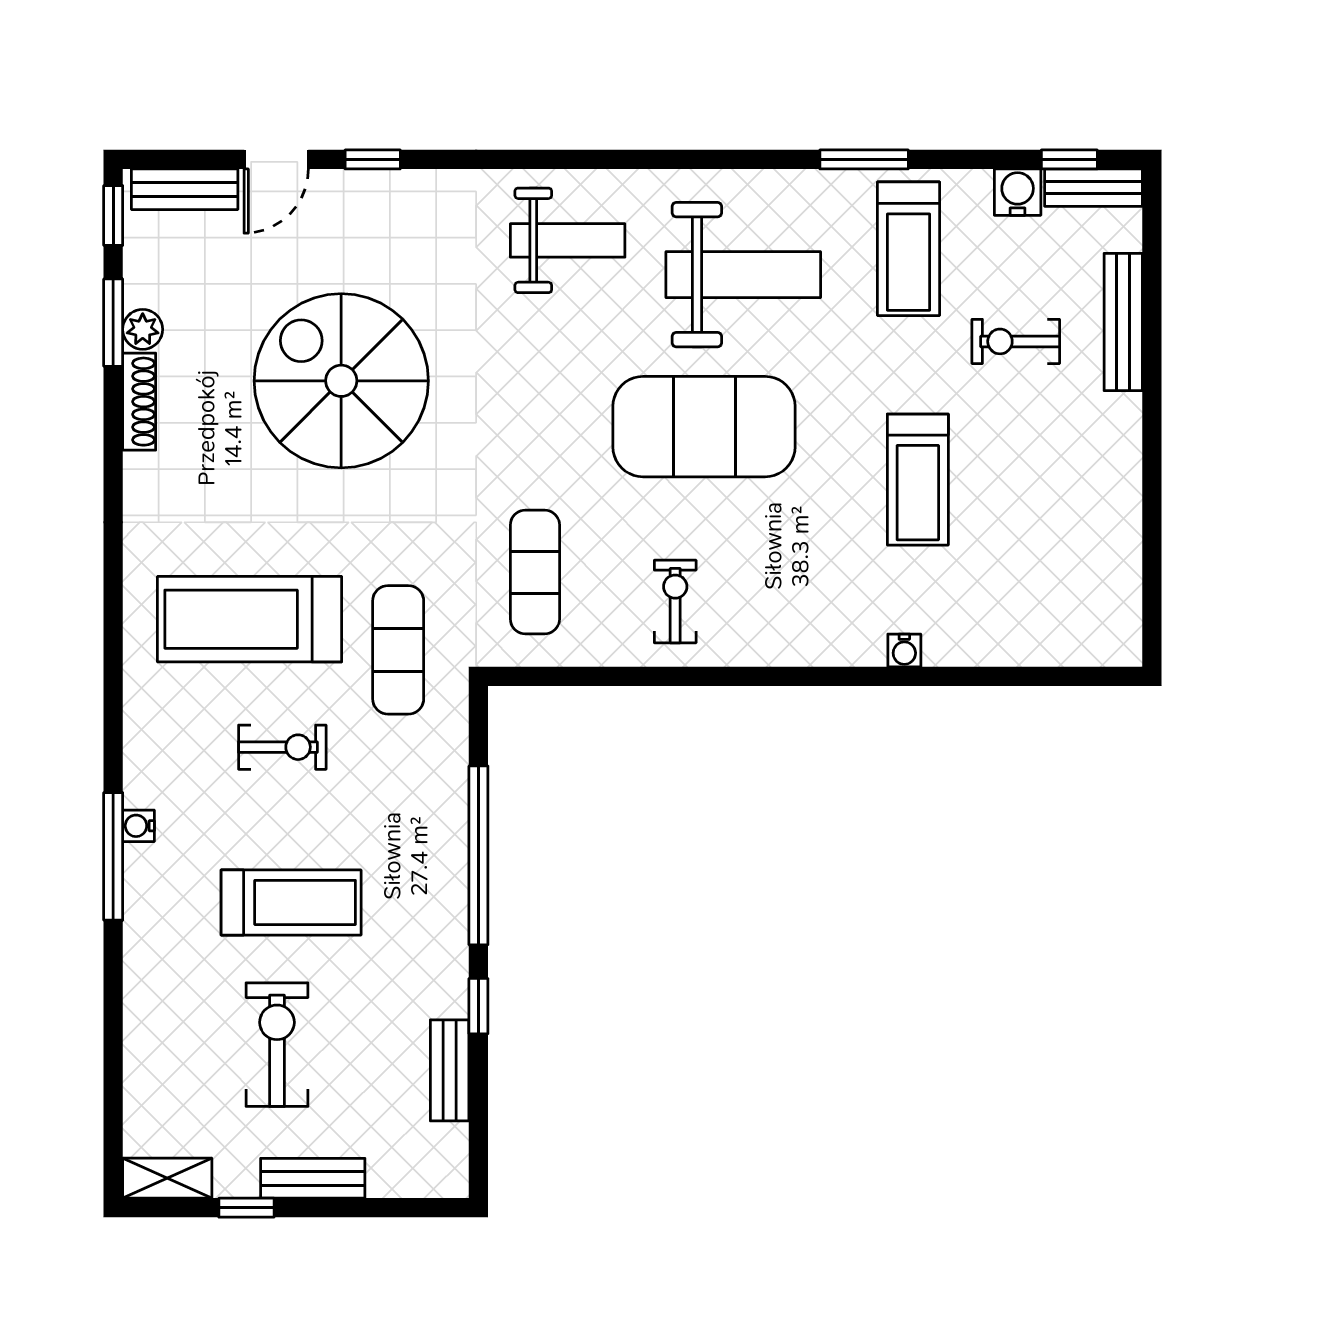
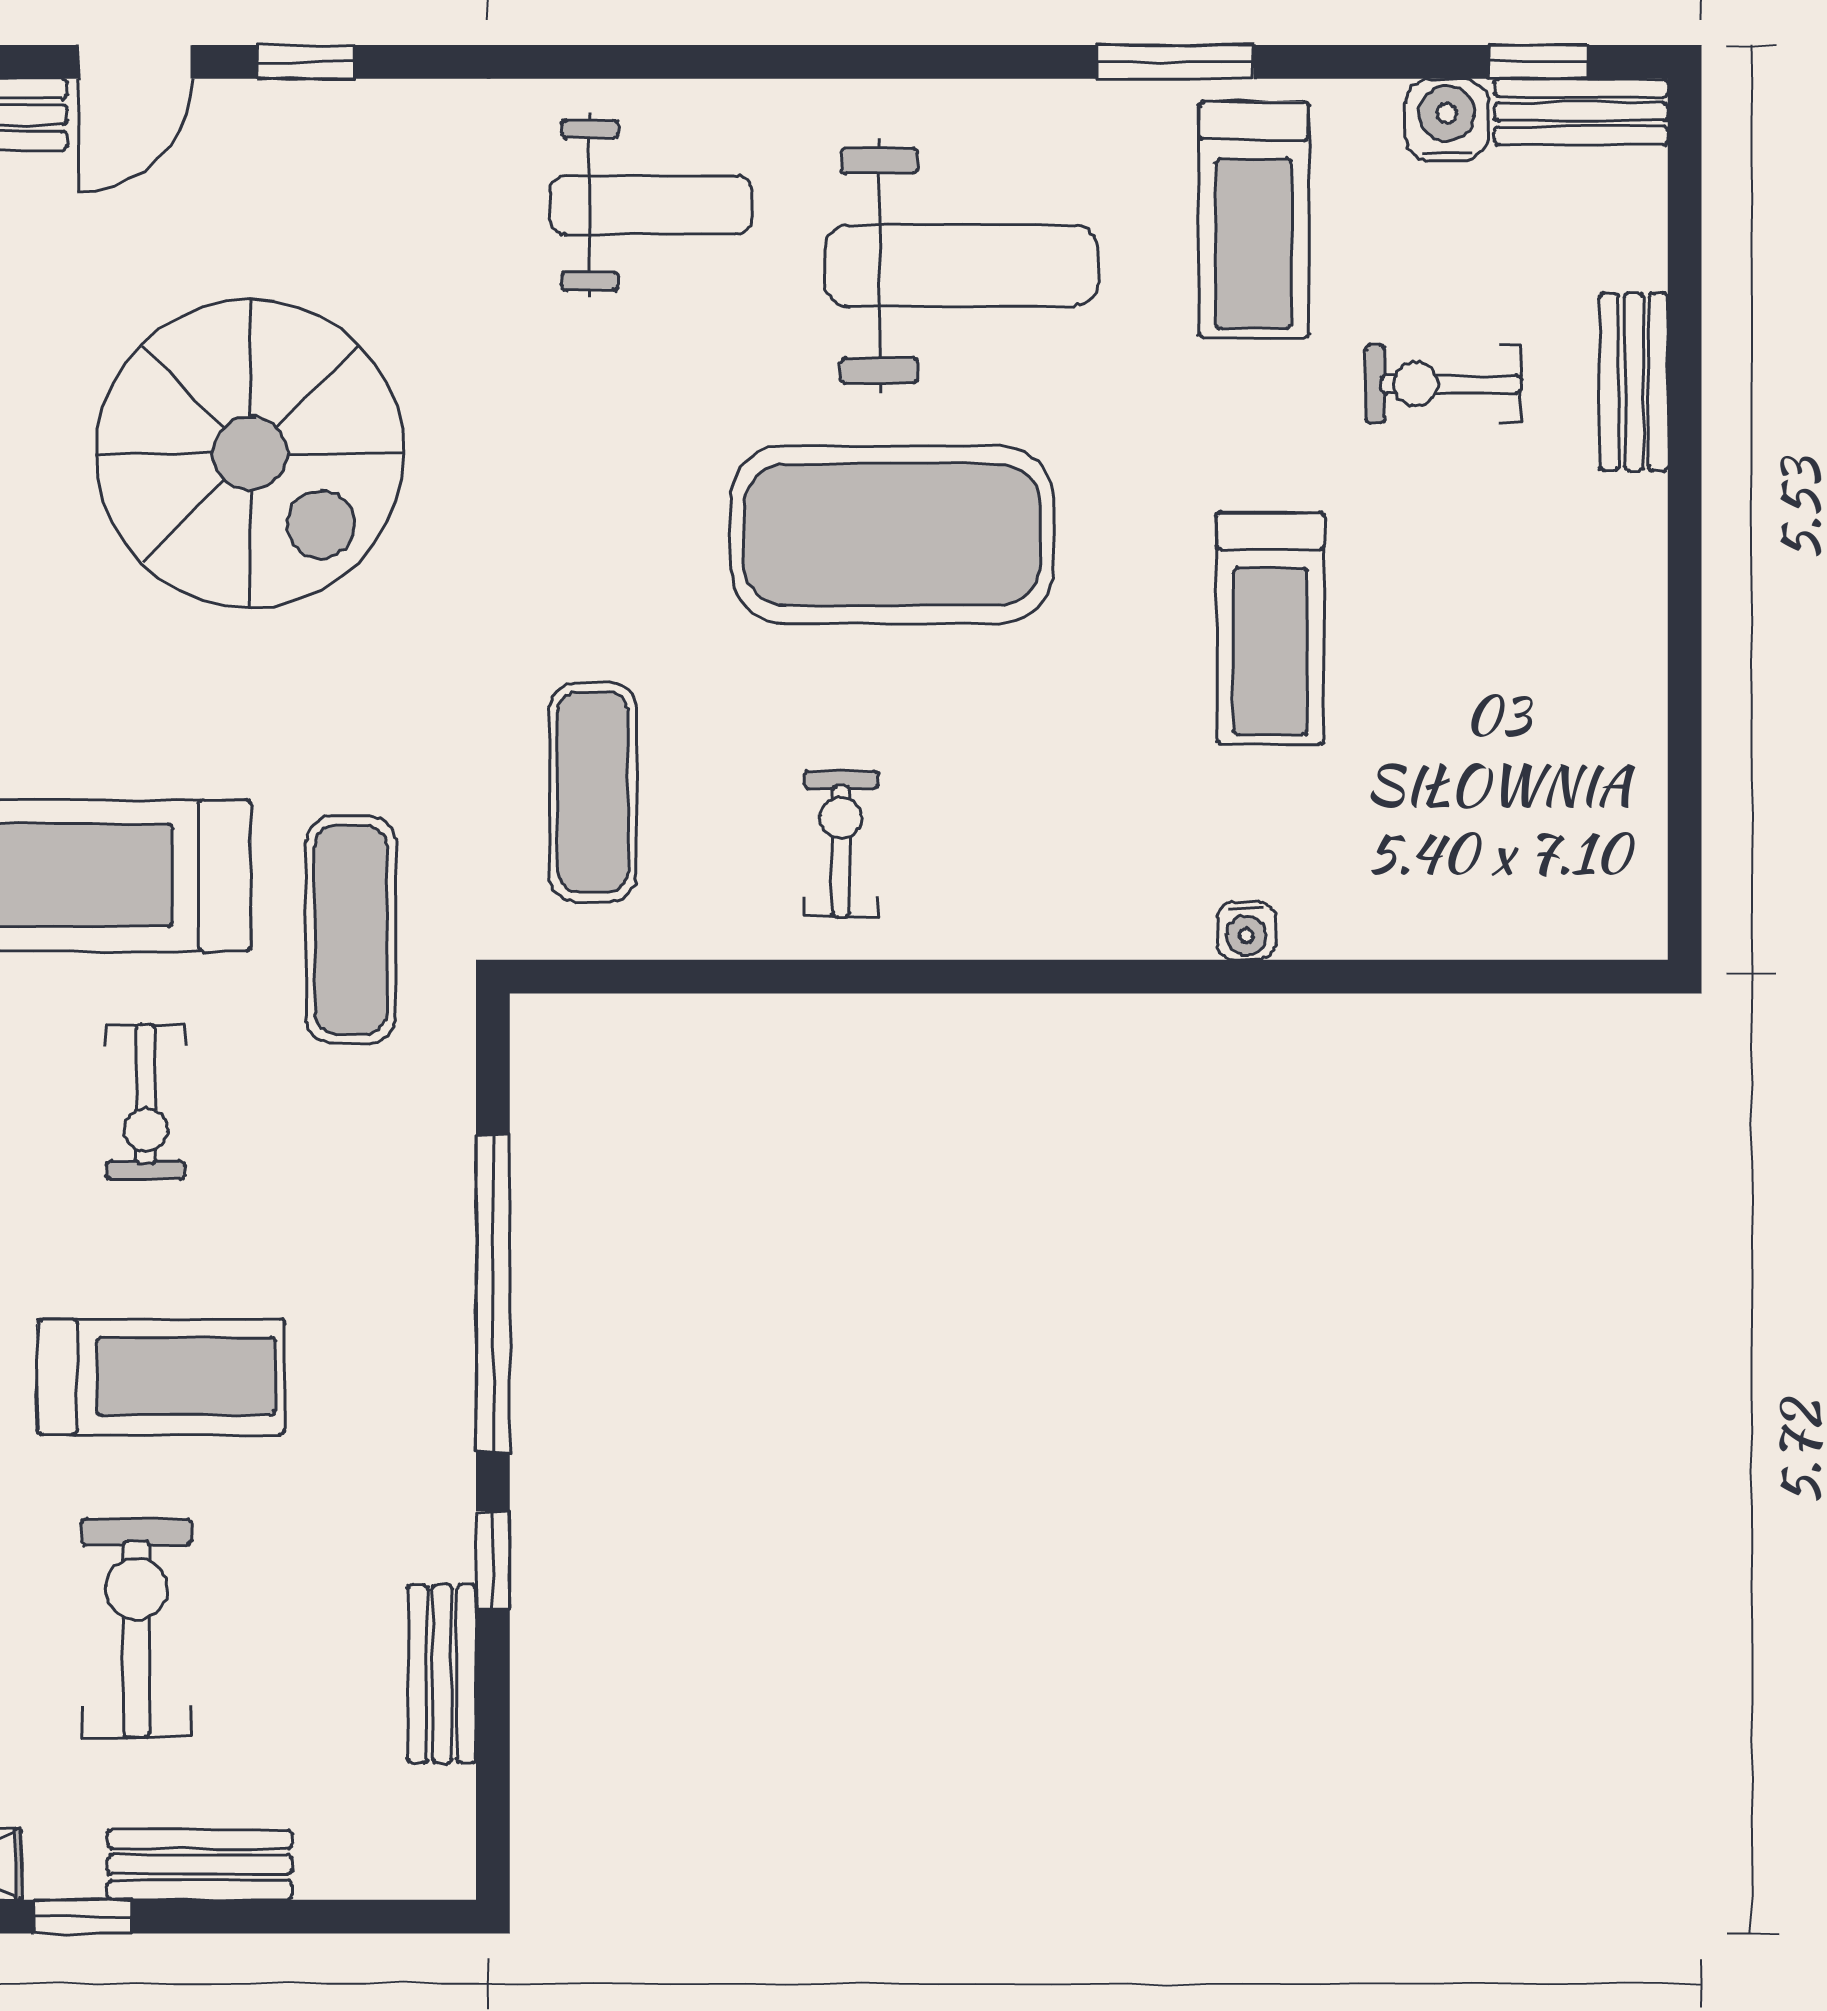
bench: (1123, 322) -> (1634, 382), width x0.73
spiral stairs: (341, 381) -> (250, 454), turned 180
exercise bike: (282, 747) -> (146, 1102), turned 90

